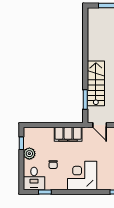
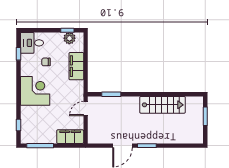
stairs: (96, 83) -> (163, 105), moved
filing cabinet: (68, 134) -> (76, 66), moved
plant: (29, 154) -> (69, 38), moved

